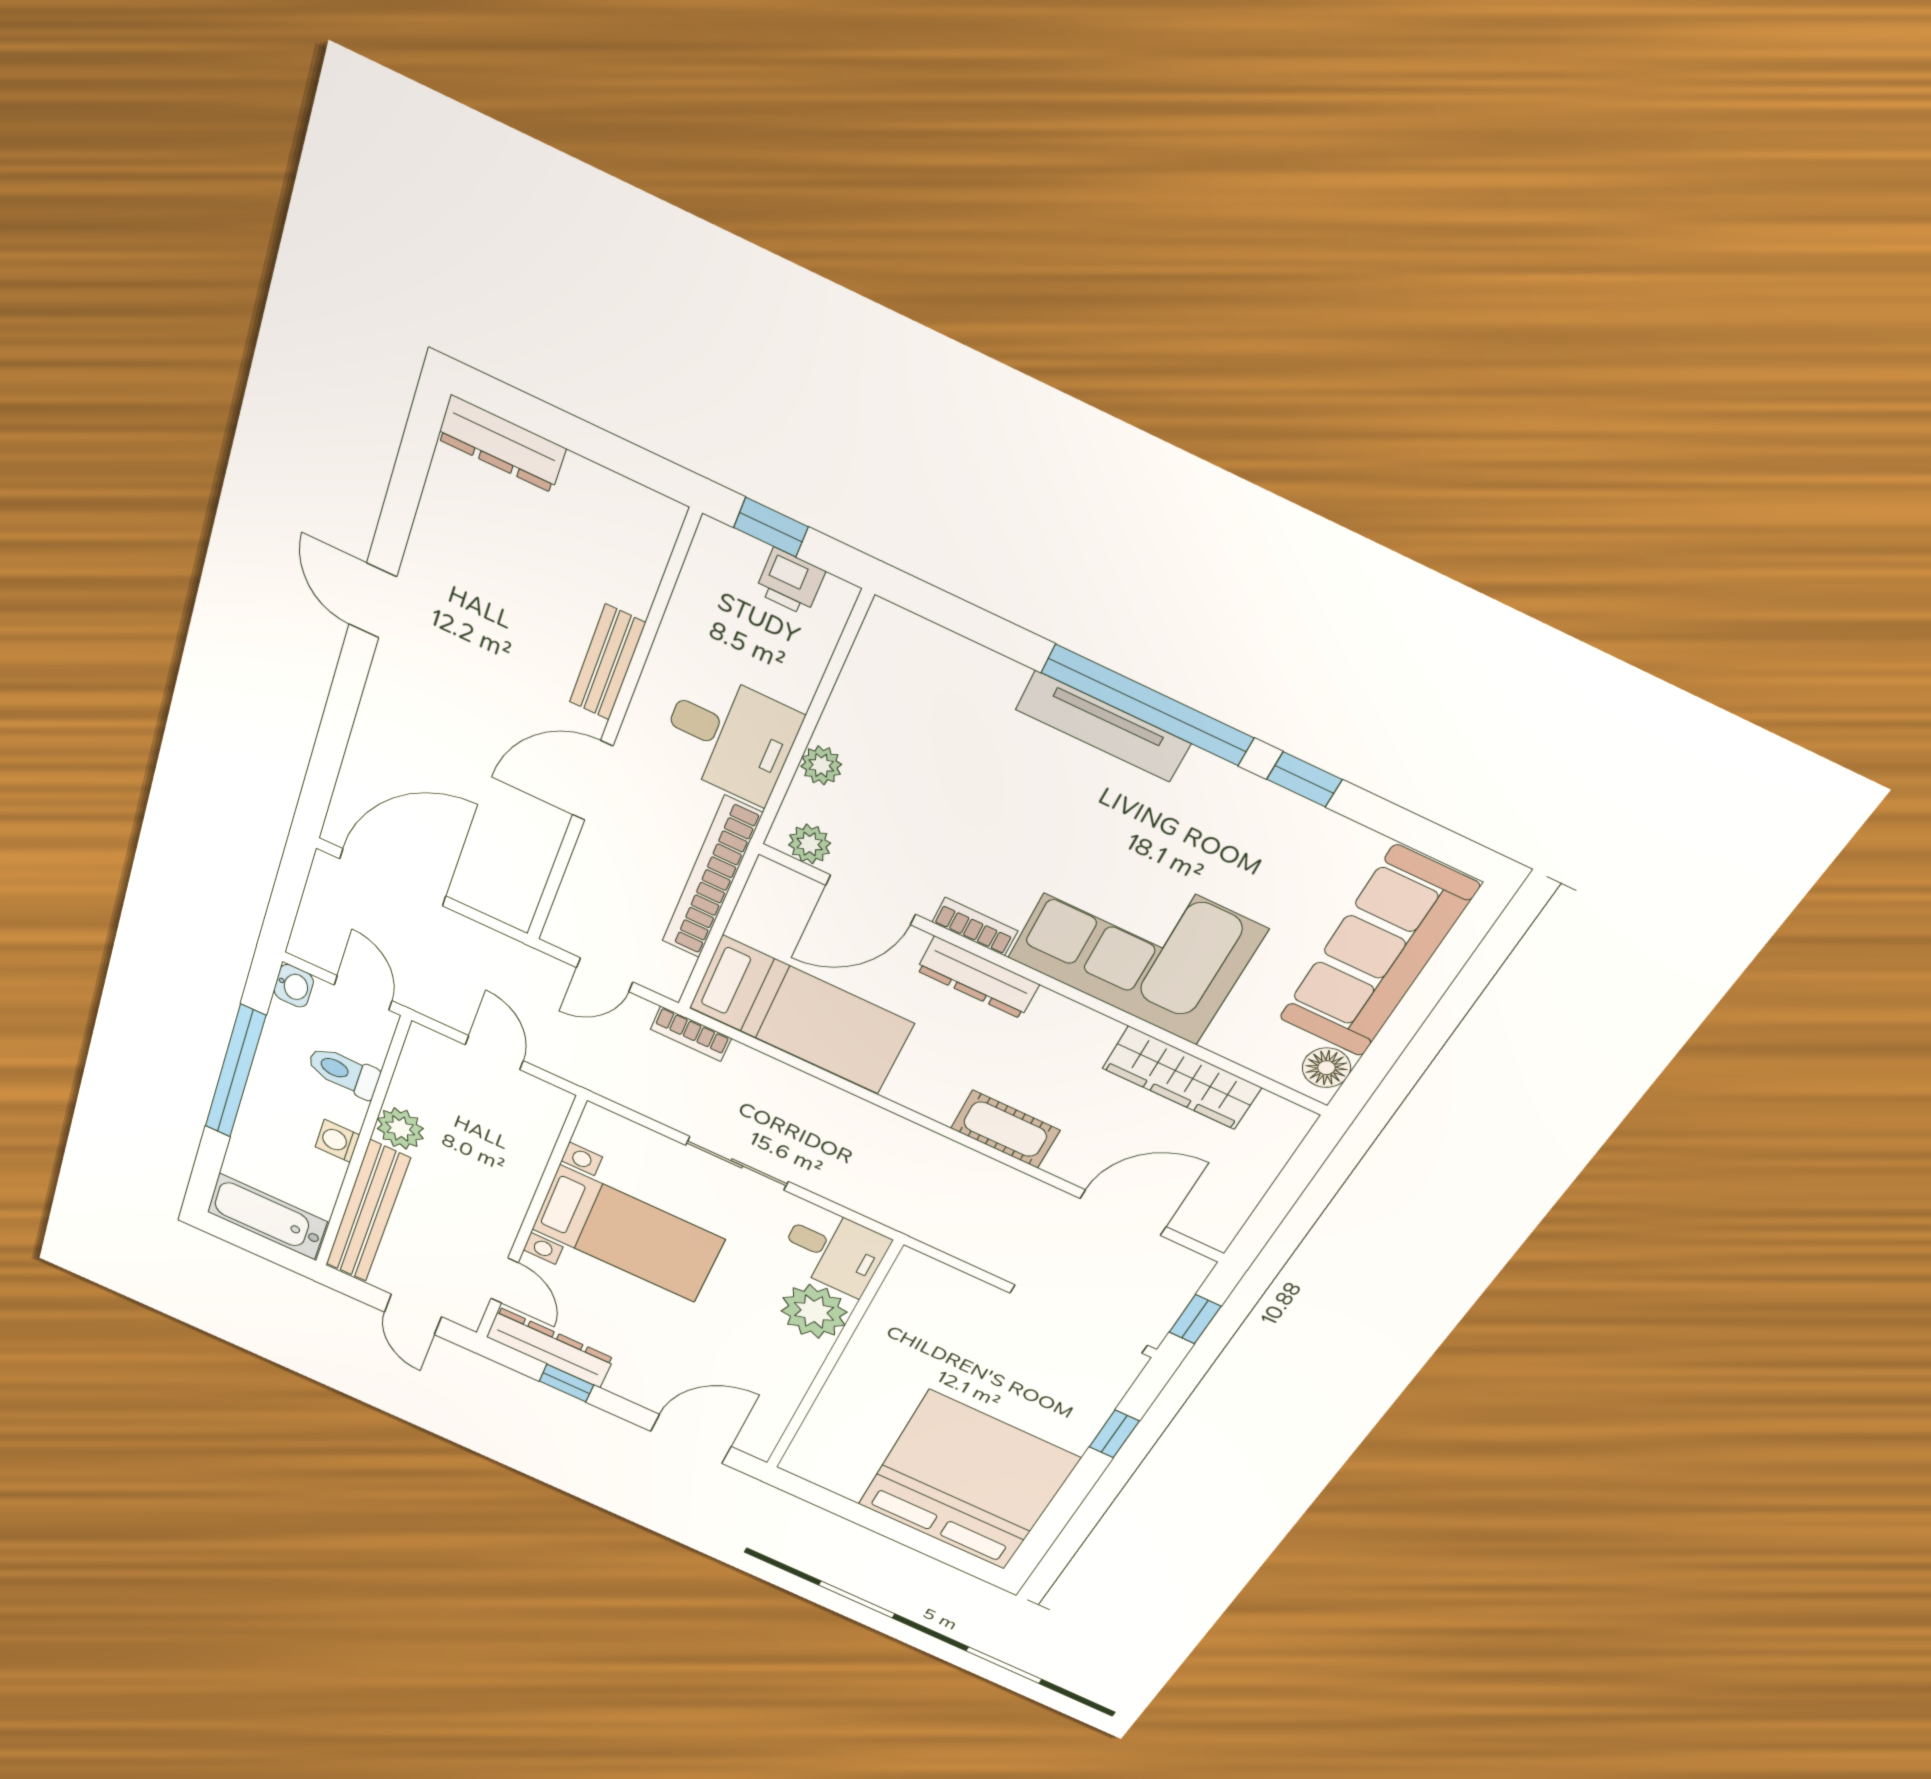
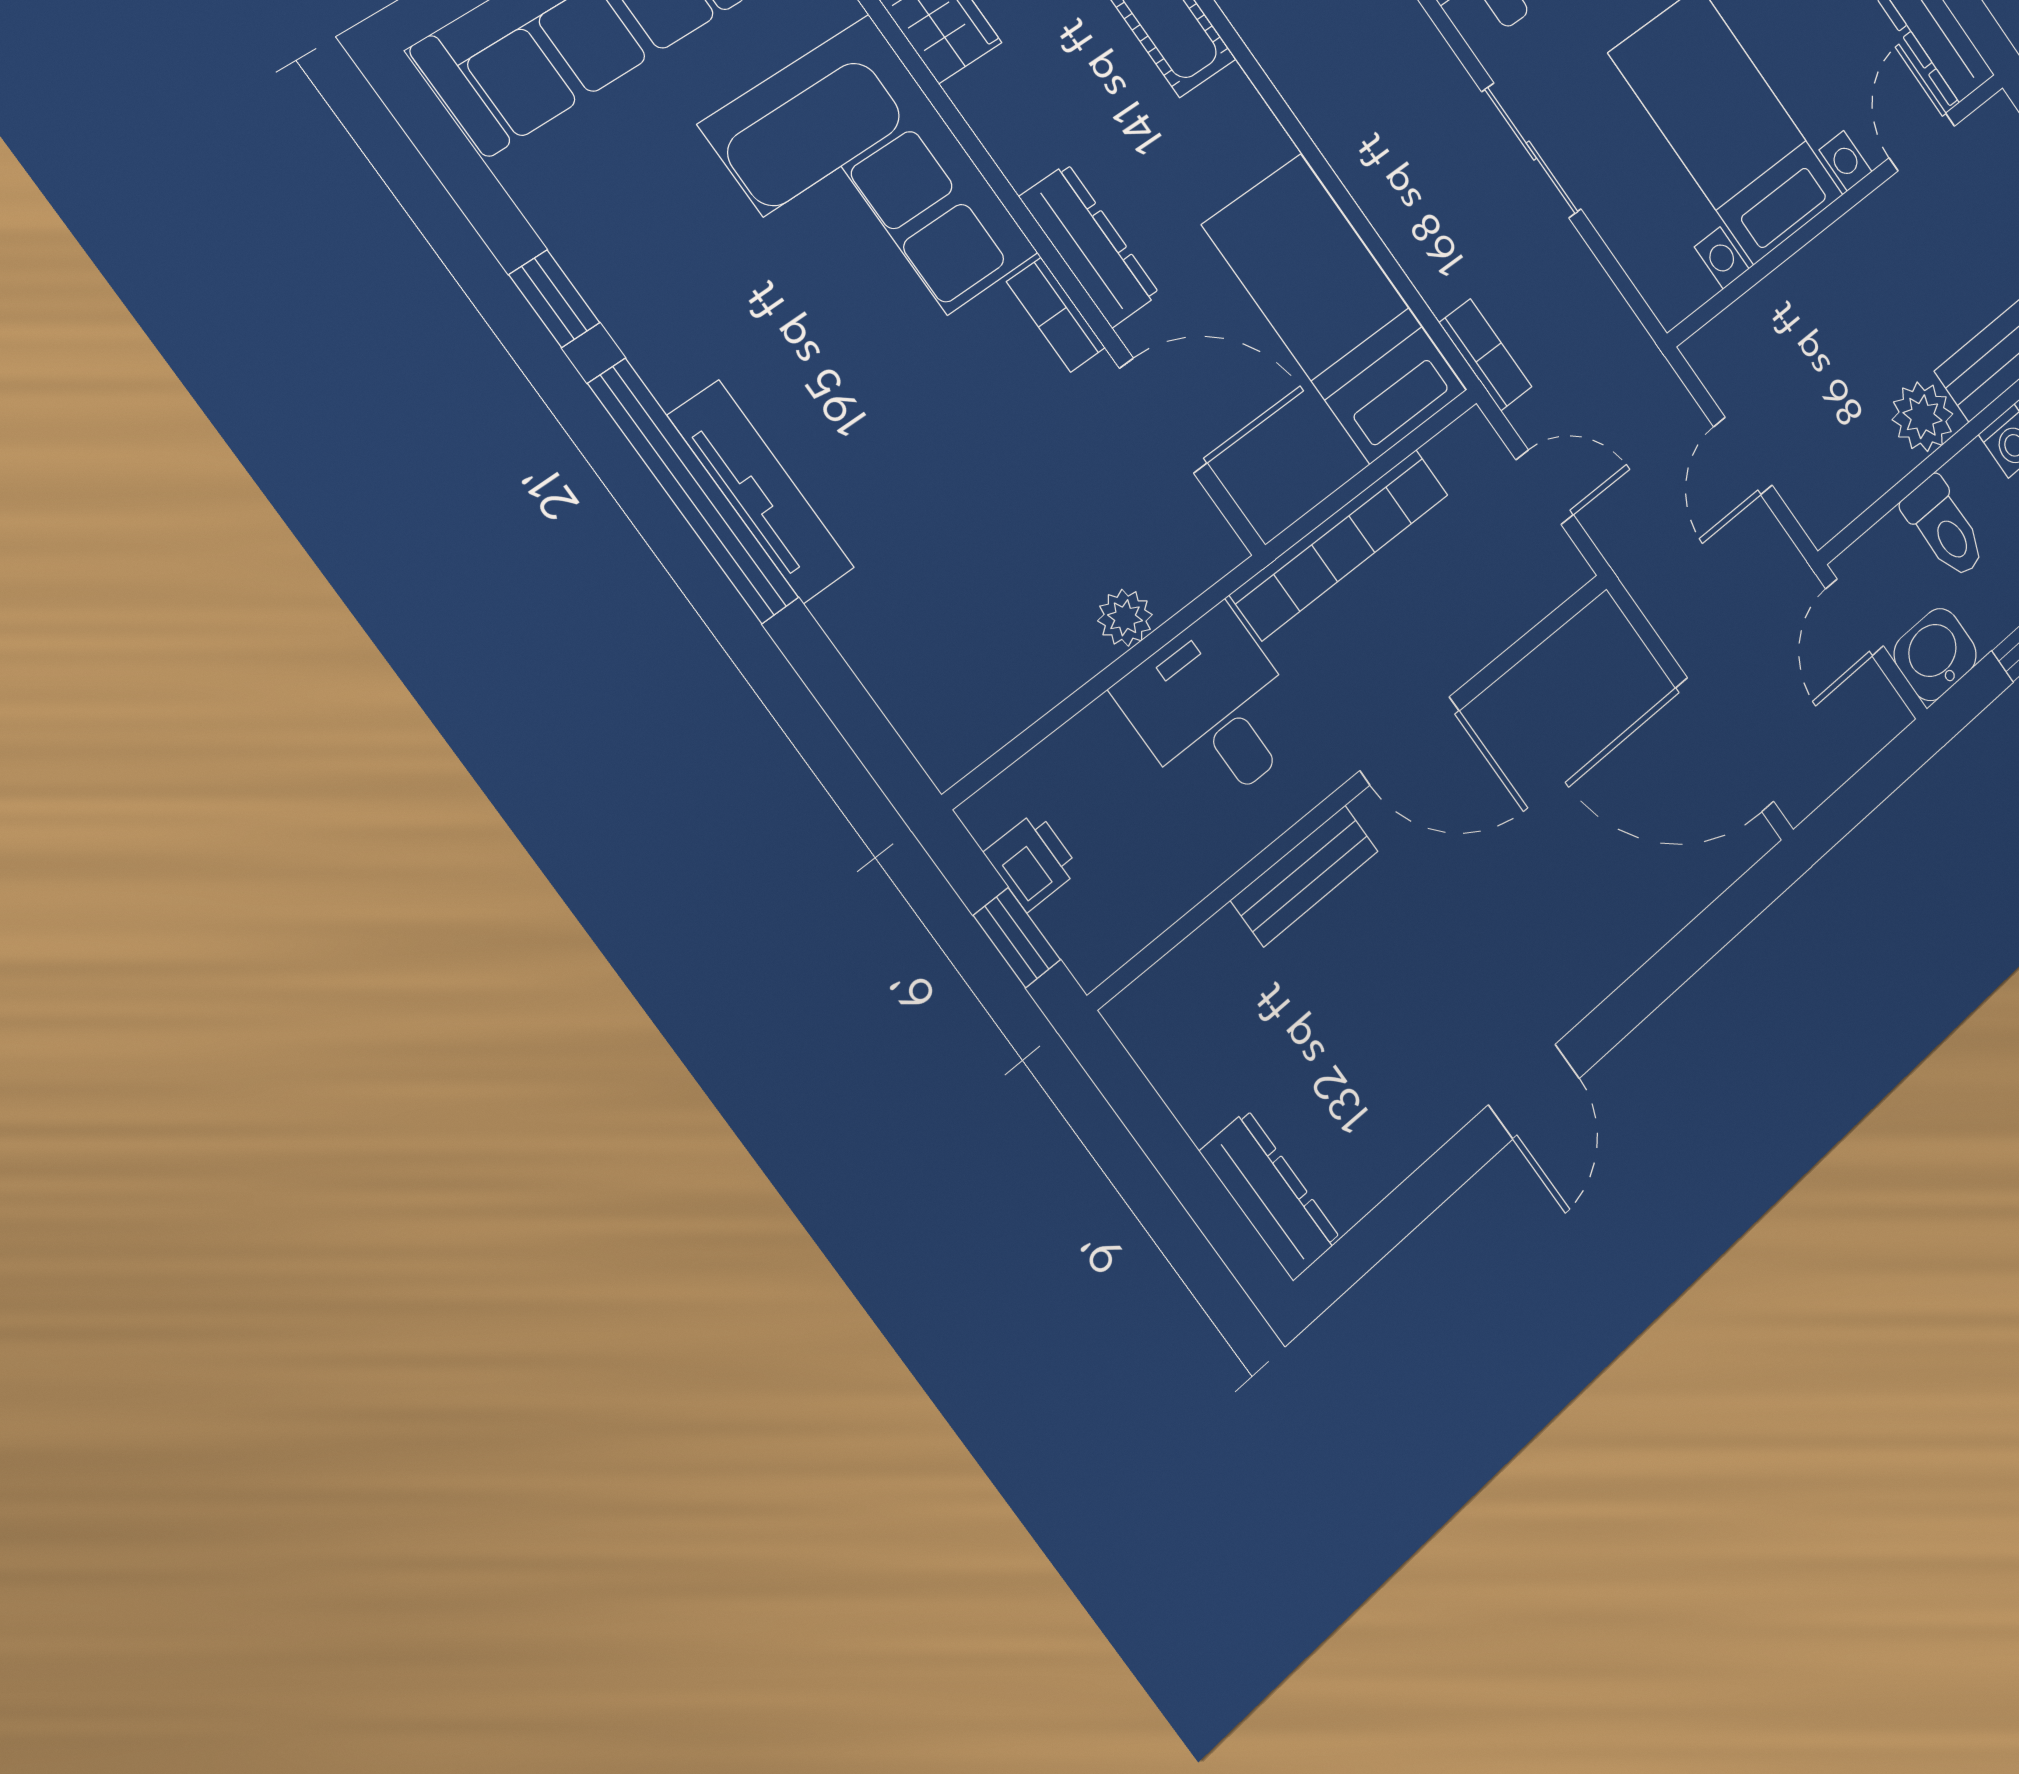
plant: (810, 844) -> (1196, 526), removed
washbasin: (294, 986) -> (1935, 655), width x1.38, depth x1.45

